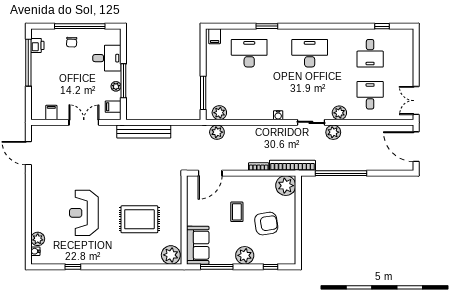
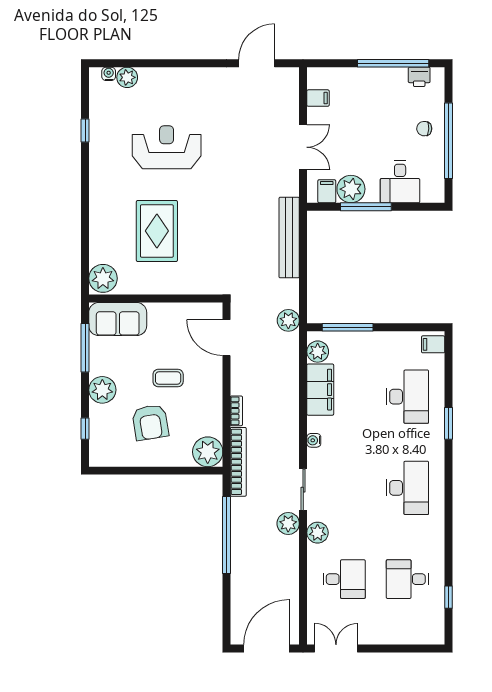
plant: (116, 86) -> (351, 189), width x1.87, depth x1.87
filing cabinet: (245, 111) -> (320, 390), added
plant: (217, 132) -> (288, 320), moved

